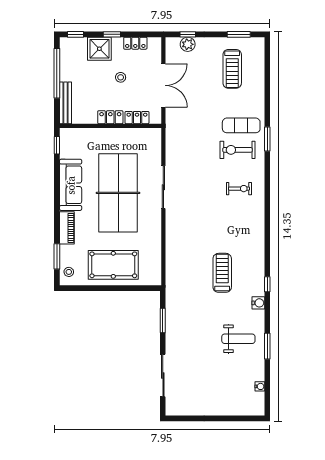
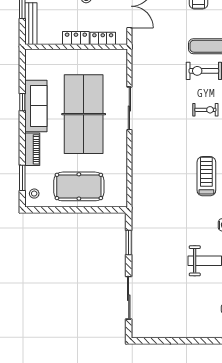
window: (57, 145) -> (22, 102), moved
treadmill: (222, 273) -> (206, 176), moved

